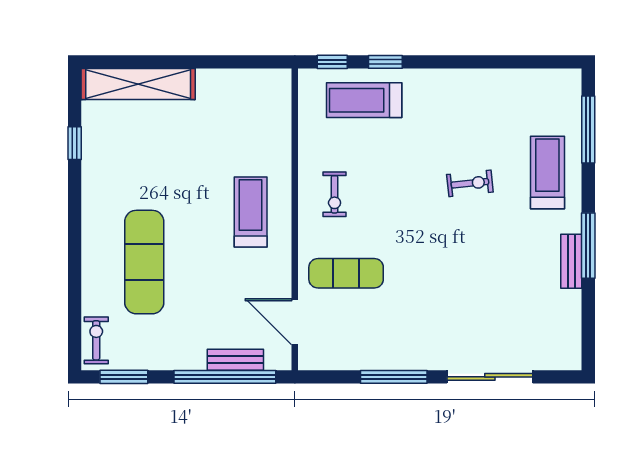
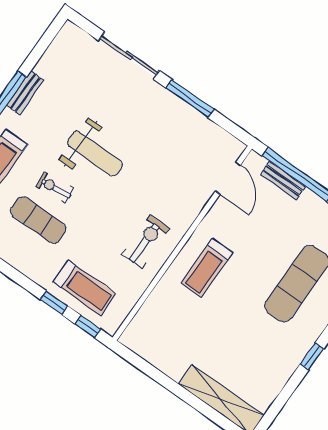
window: (75, 143) -> (312, 357), moved
exercise bike: (335, 194) -> (146, 241), width x1.38, depth x1.39
weight bench: (453, 249) -> (95, 154), added
exercise mat: (346, 273) -> (38, 220), moved

